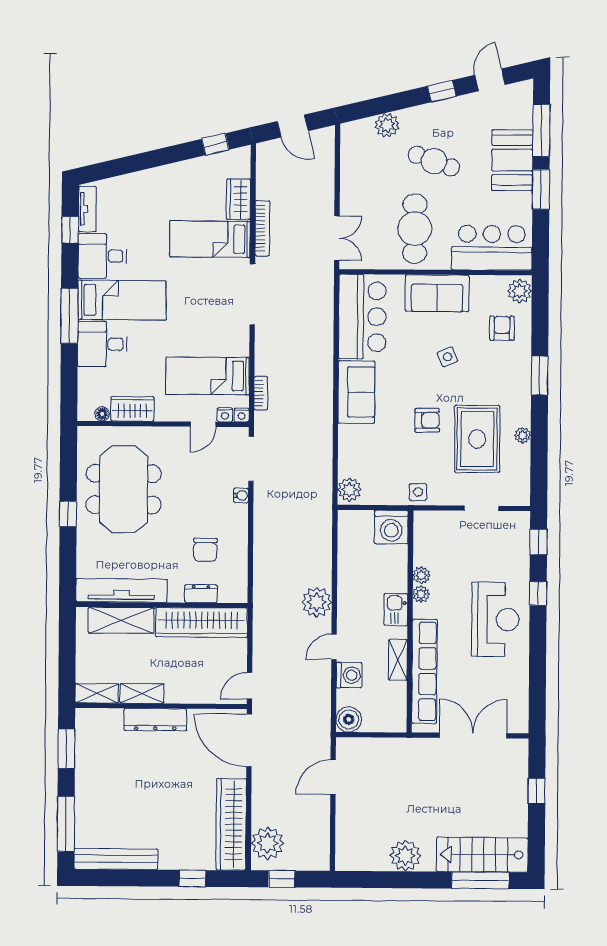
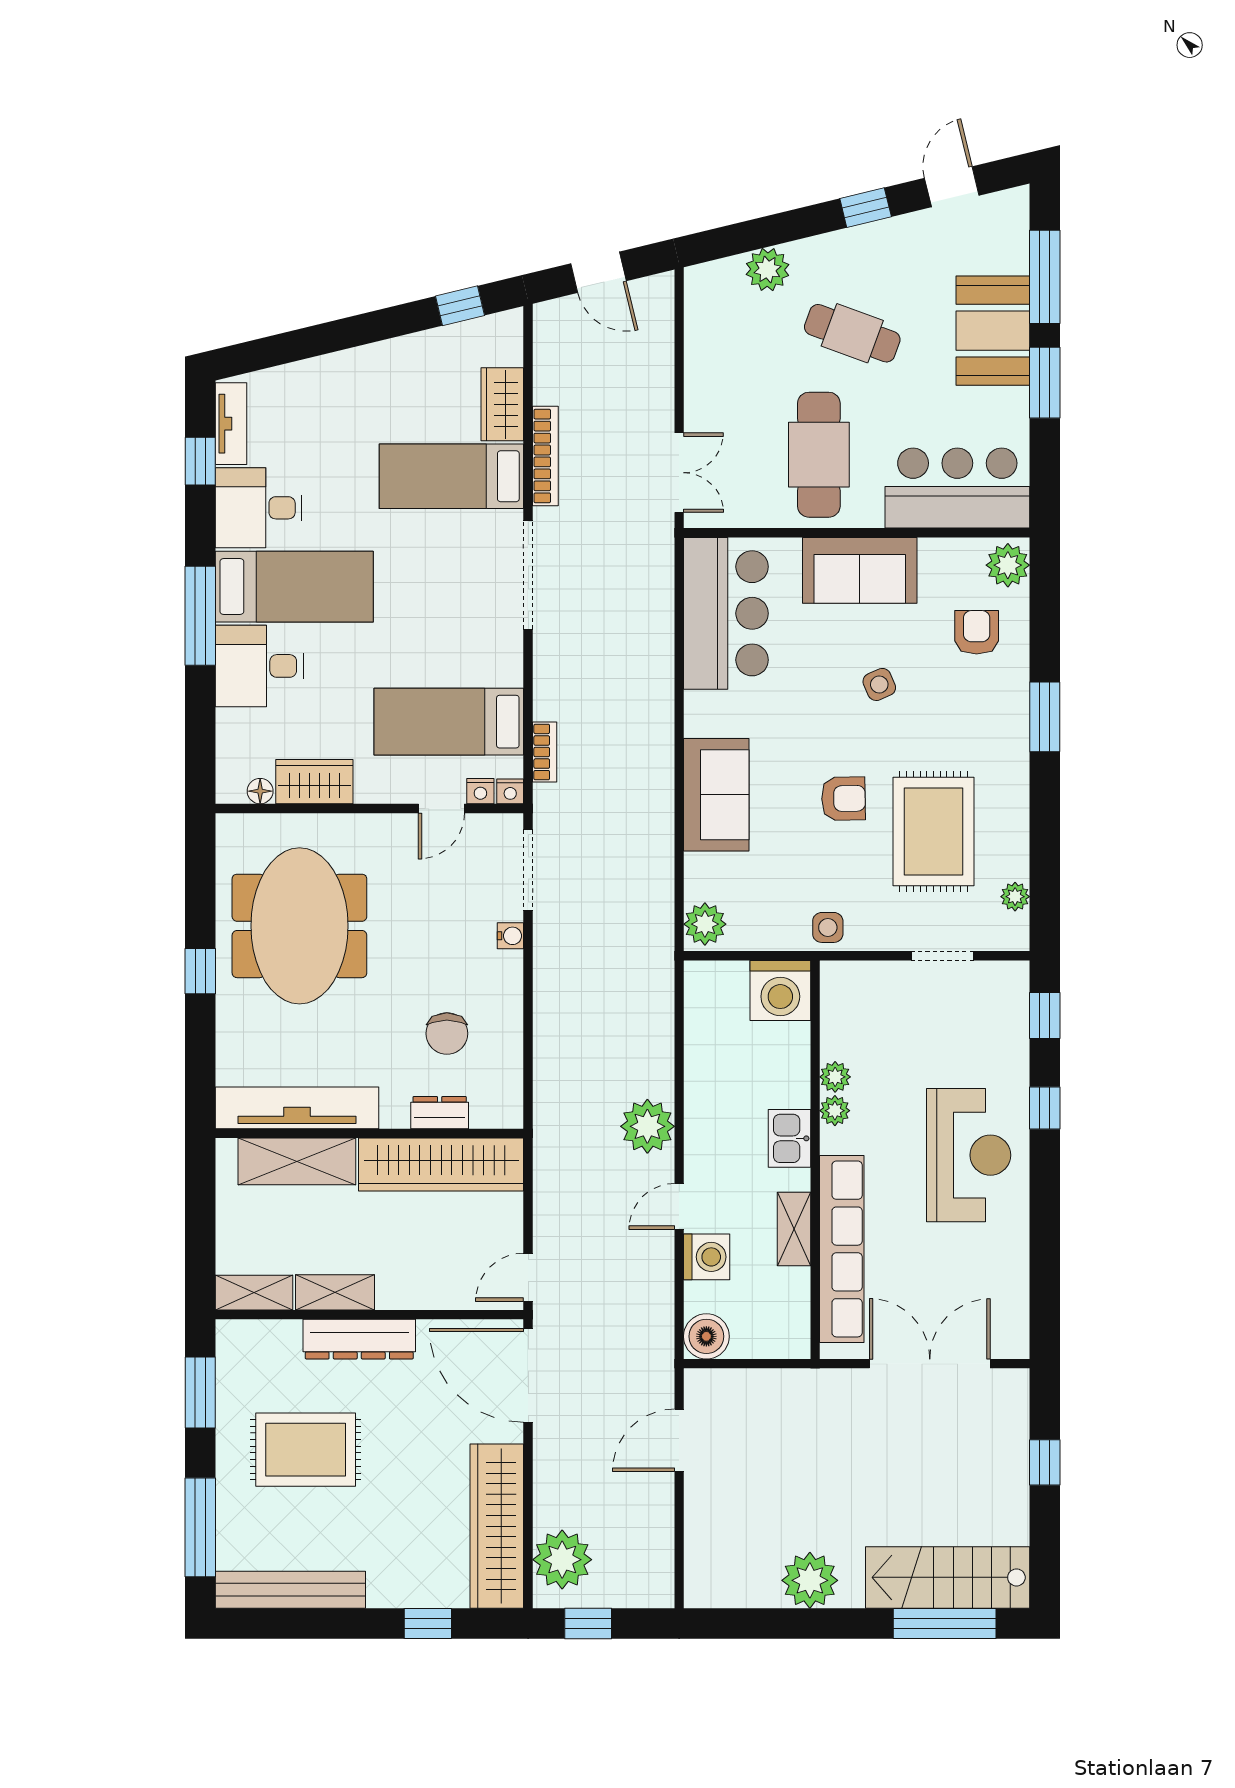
sofa: (356, 392) -> (716, 795), moved
plant: (523, 435) -> (1015, 897), moved
rug: (125, 781) -> (306, 1450), added

